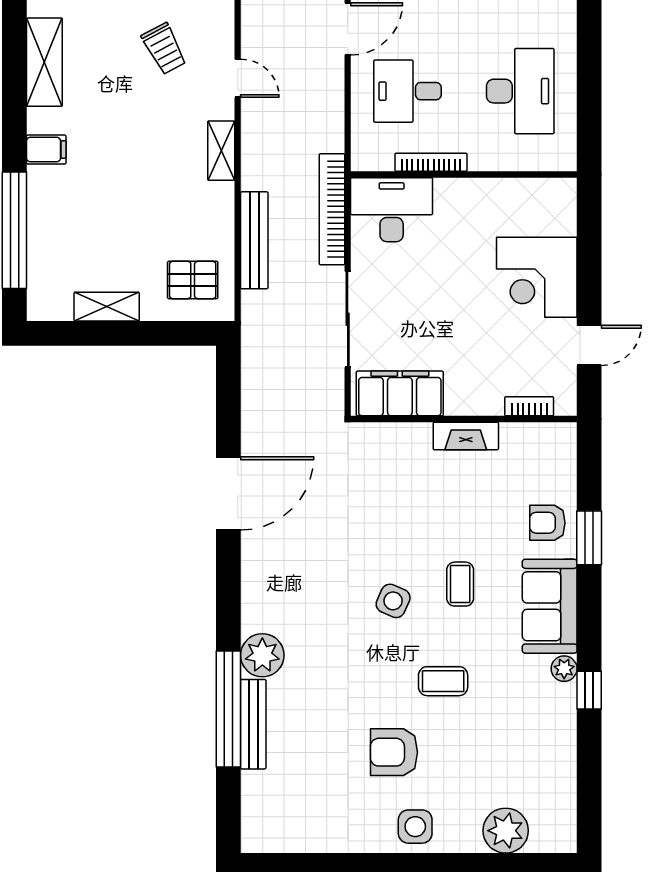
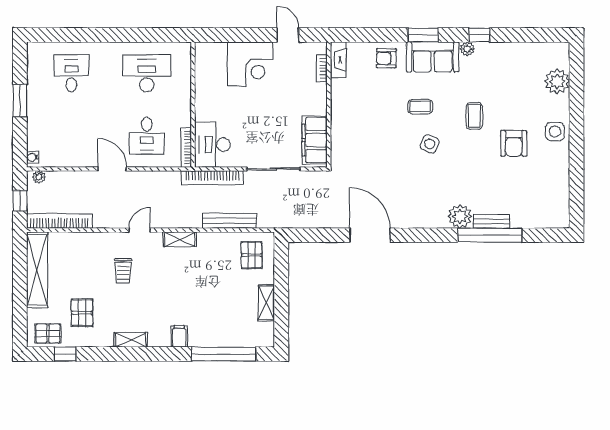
trolley: (164, 49) -> (123, 271), turned 118
shelving: (44, 62) -> (131, 340), width x0.67, depth x0.75
bookcase: (431, 162) -> (186, 147), moved
fireplace: (466, 436) -> (338, 60), moved
armchair: (547, 523) -> (386, 58), turned 90
window: (589, 538) -> (423, 35), moved
bench: (253, 724) -> (491, 221), width x0.73

